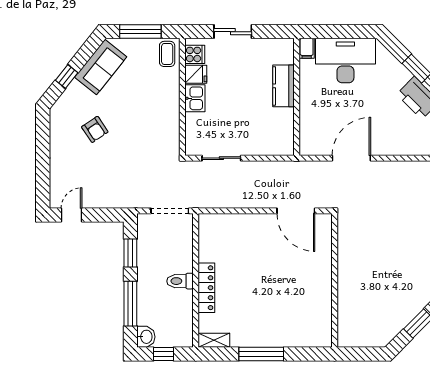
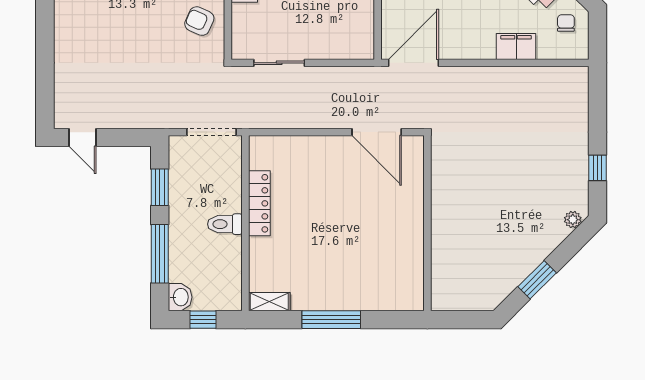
armchair: (95, 129) -> (199, 21), moved, turned 148
filing cabinet: (402, 146) -> (516, 46), added
door: (351, 158) -> (414, 63), moved
door: (72, 215) -> (83, 138), swing flipped
locker: (206, 288) -> (259, 203), moved

